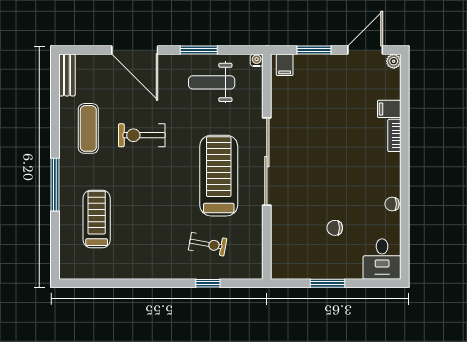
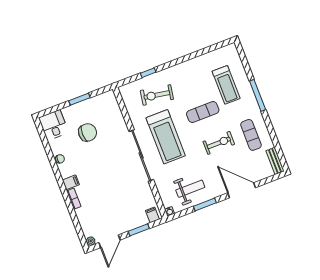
filing cabinet: (389, 109) -> (71, 182), moved
exercise mat: (148, 191) -> (203, 112), added
chair: (335, 228) -> (88, 132), width x1.87, depth x1.87
exercise bike: (208, 244) -> (157, 95), width x1.38, depth x1.39

